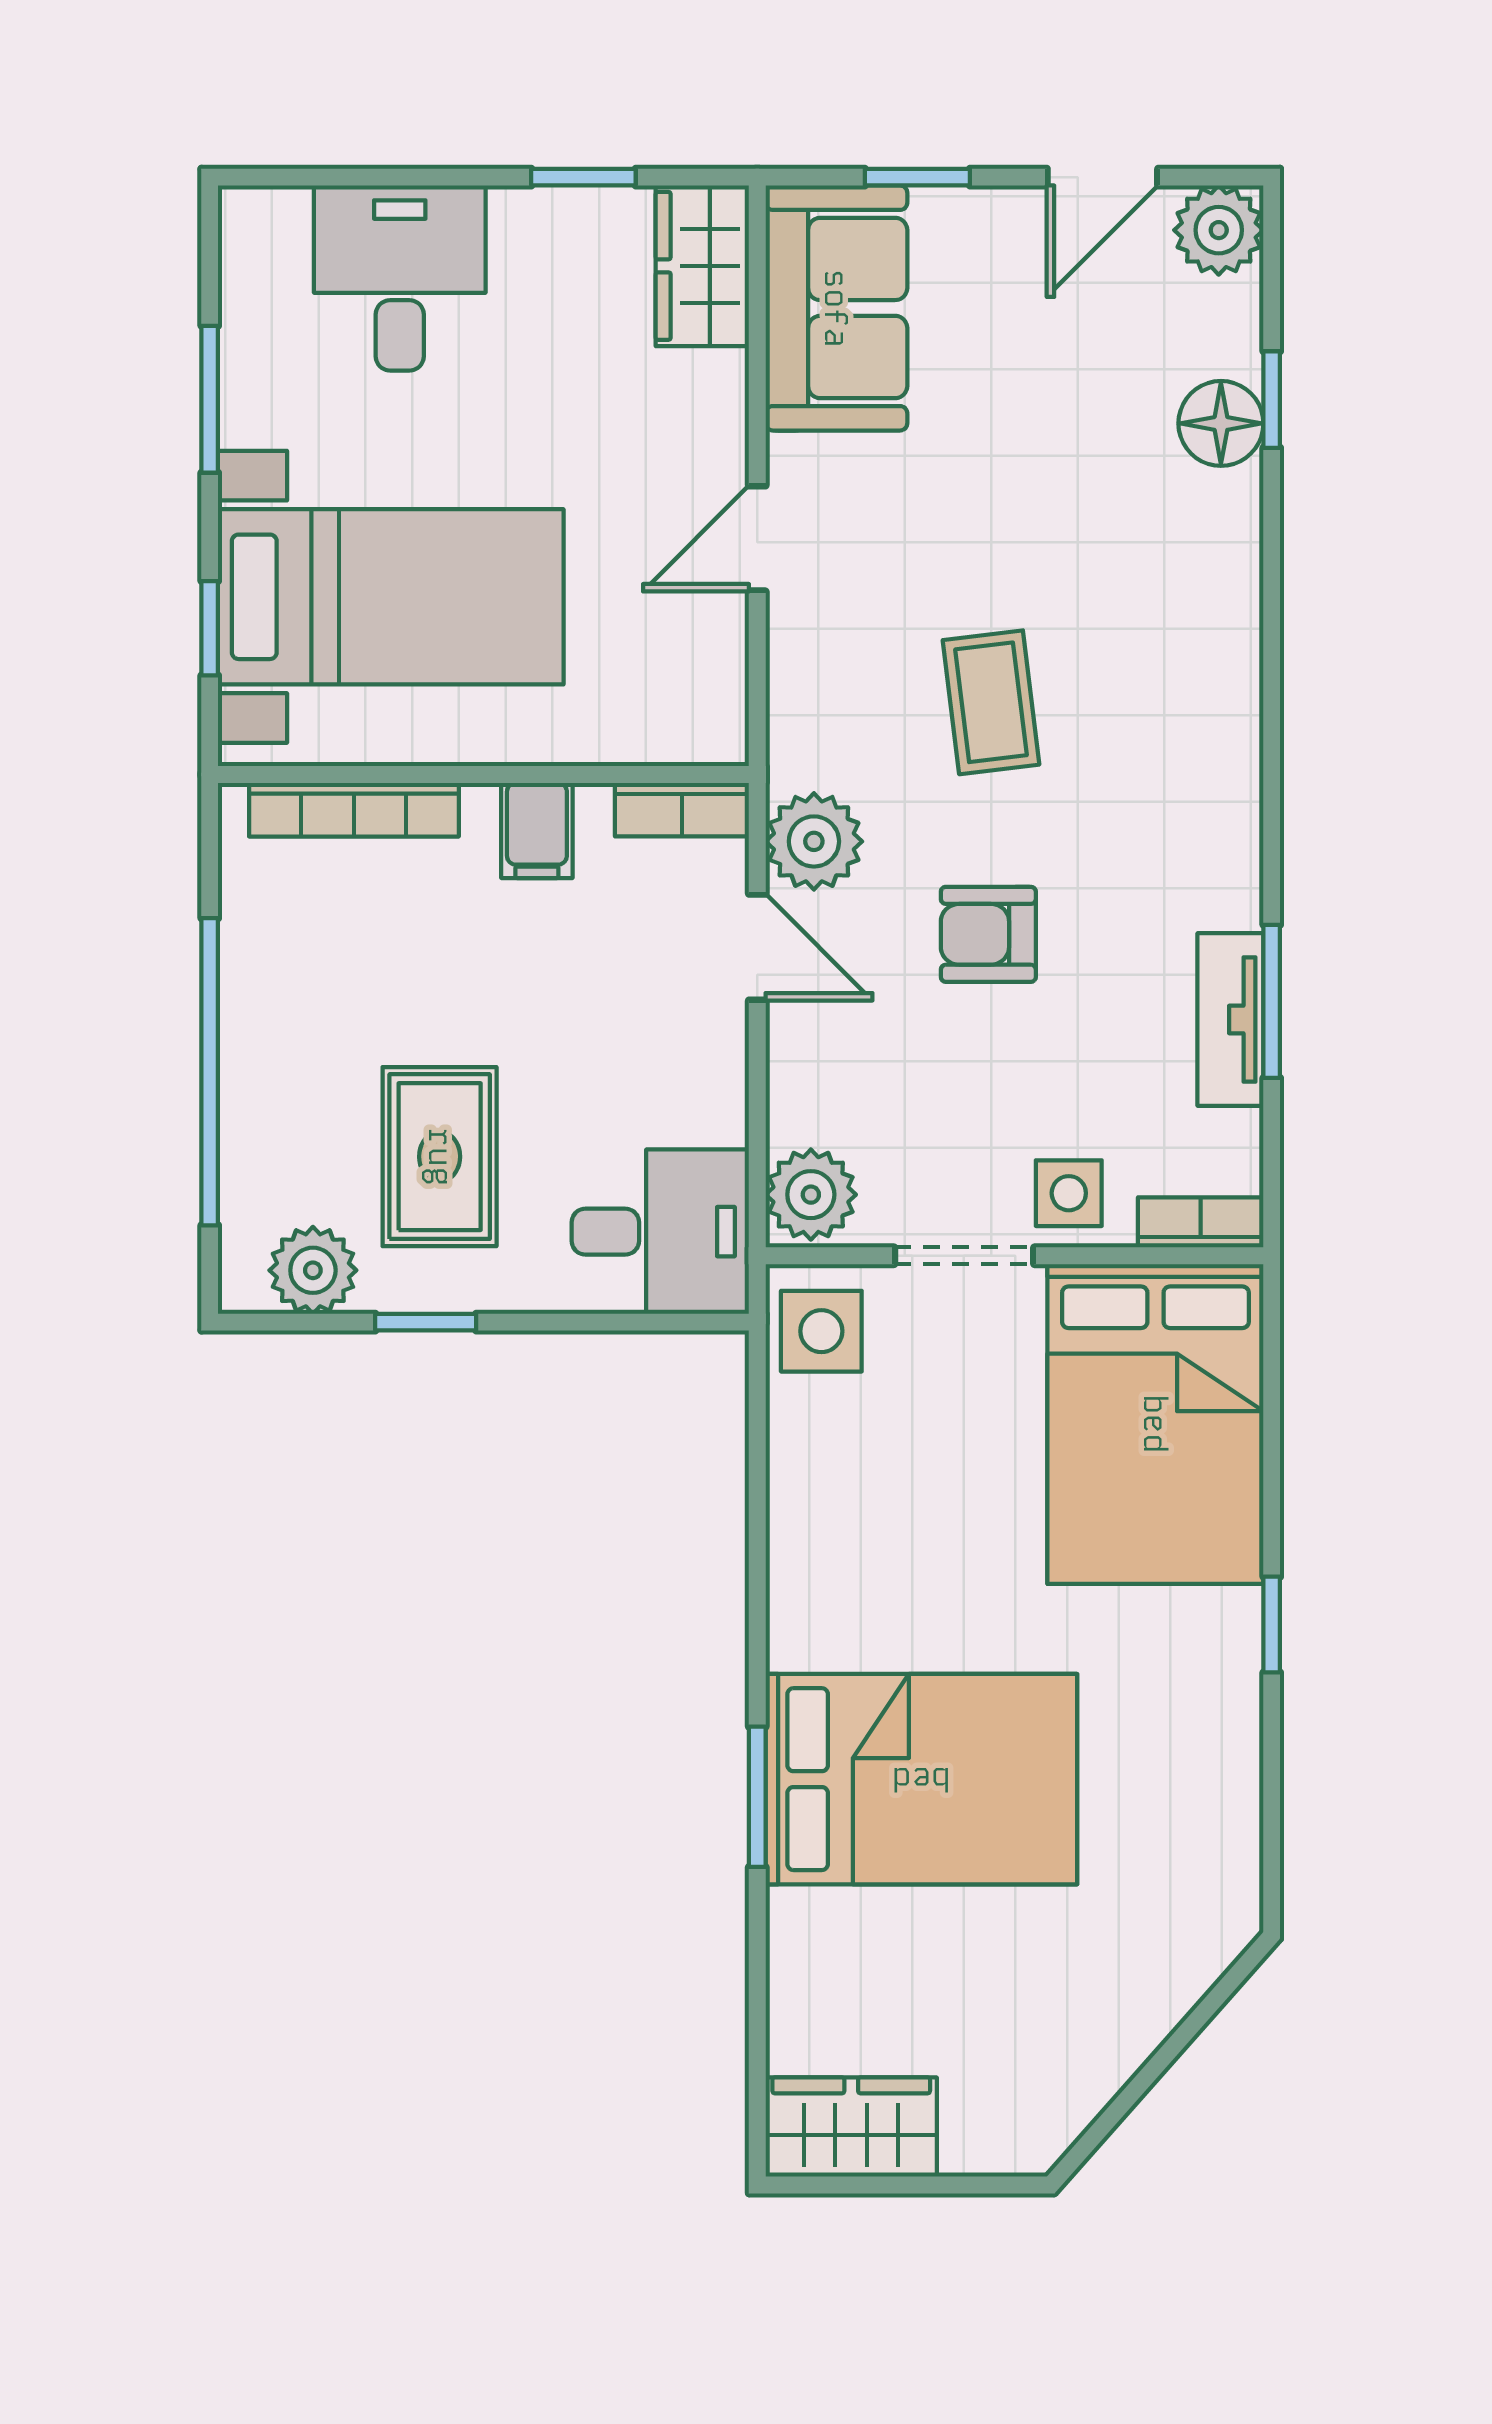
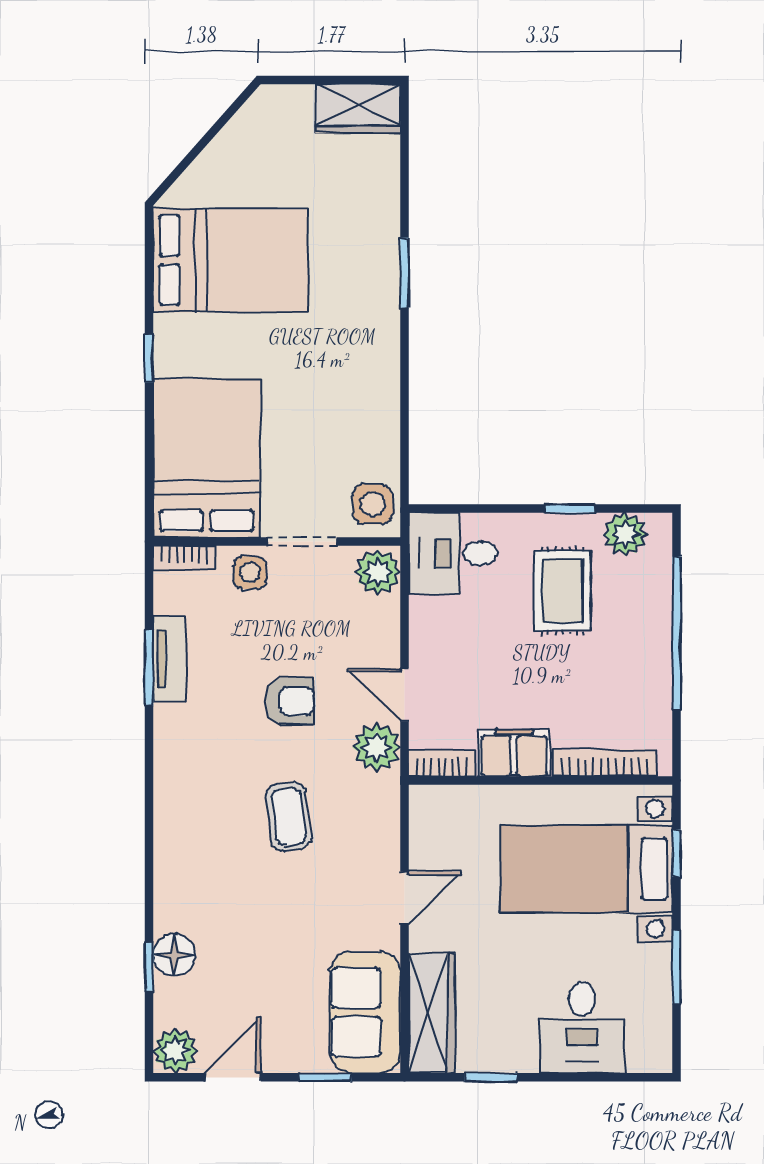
wardrobe: (702, 266) -> (432, 1013), width x1.50
filing cabinet: (537, 830) -> (514, 753), width x2.00
bed: (921, 1779) -> (231, 260), moved, turned 180

